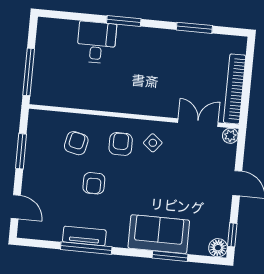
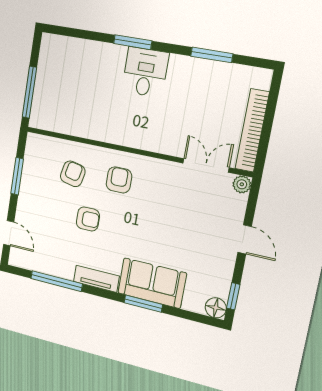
desk: (96, 42) -> (145, 72), moved
side table: (153, 143) -> (154, 183), removed
armchair: (94, 183) -> (88, 219), turned -90
tv unit: (84, 236) -> (96, 279), moved
window: (86, 248) -> (57, 281), moved
window: (170, 256) -> (143, 304), moved

